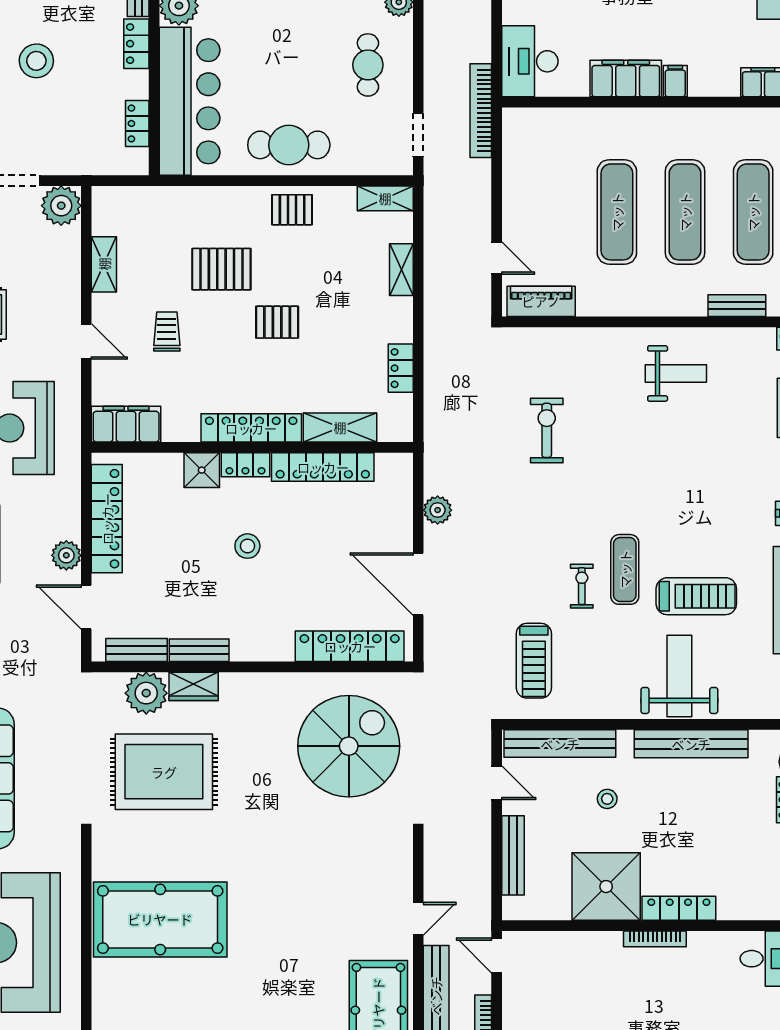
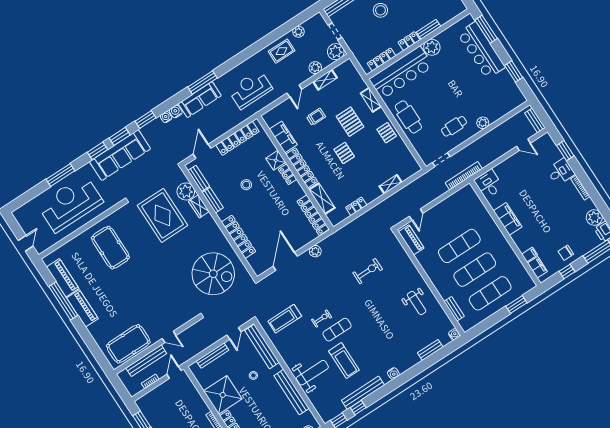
desk: (530, 61) -> (489, 184), width x0.73
filing cabinet: (675, 81) -> (530, 255), moved
locker: (137, 123) -> (382, 59), width x1.53
shelving: (385, 198) -> (371, 100), moved
filing cabinet: (126, 424) -> (283, 137), moved
locker: (323, 467) -> (313, 215), moved
stool: (247, 546) -> (246, 185), moved
plant: (66, 555) -> (315, 68), moved
locker: (350, 646) -> (239, 237), moved
pool table: (160, 919) -> (110, 248), width x0.73, depth x0.76

